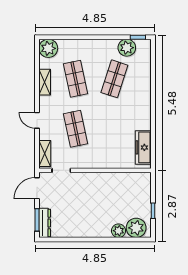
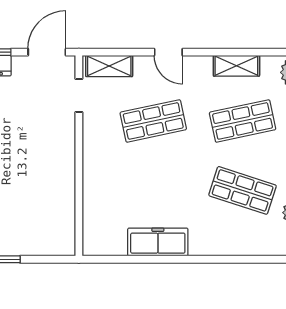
door: (37, 120) -> (168, 52), swing flipped
freezer: (143, 147) -> (158, 242), moved
door: (37, 188) -> (47, 52), hinge flipped

